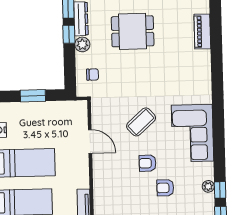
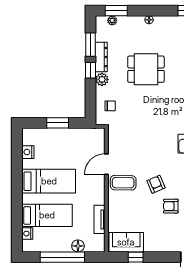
coffee table: (141, 122) -> (123, 183), moved, turned 43
door: (90, 141) -> (106, 164), swing flipped
armchair: (148, 163) -> (156, 184), turned 67

